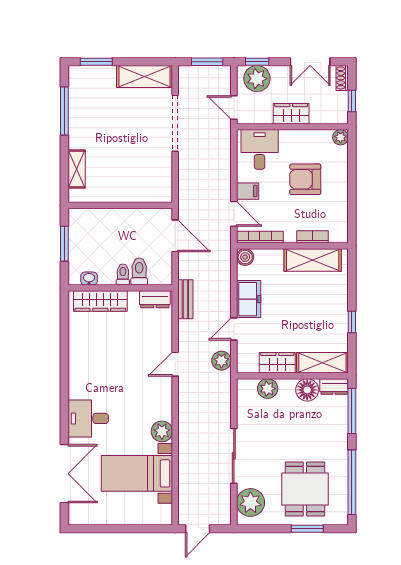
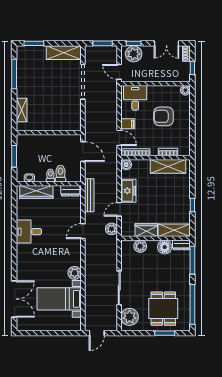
wardrobe: (291, 114) -> (155, 76), removed
bench: (185, 299) -> (89, 195), width x1.36
desk: (88, 418) -> (29, 232), moved

